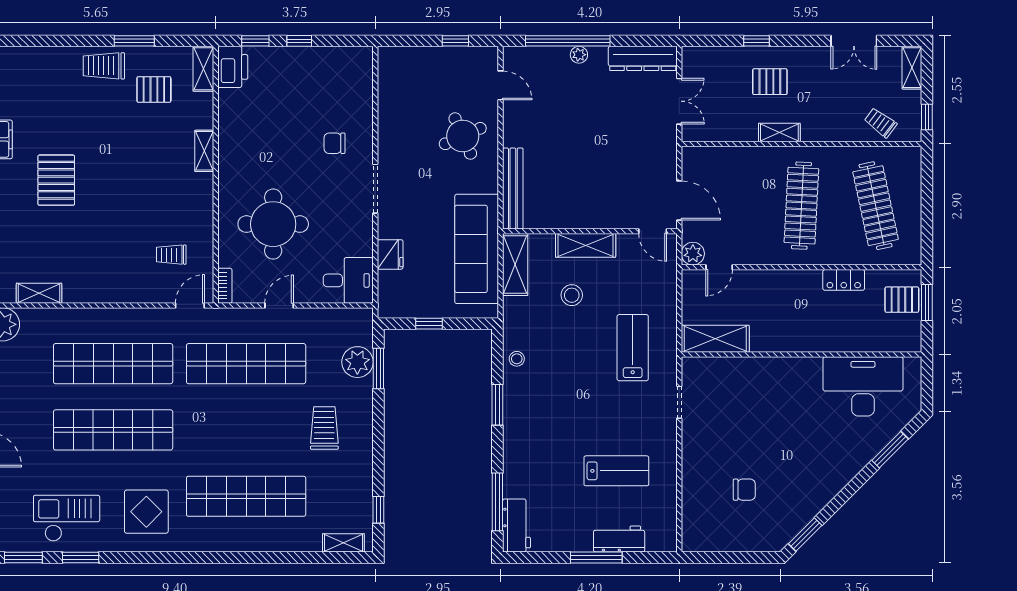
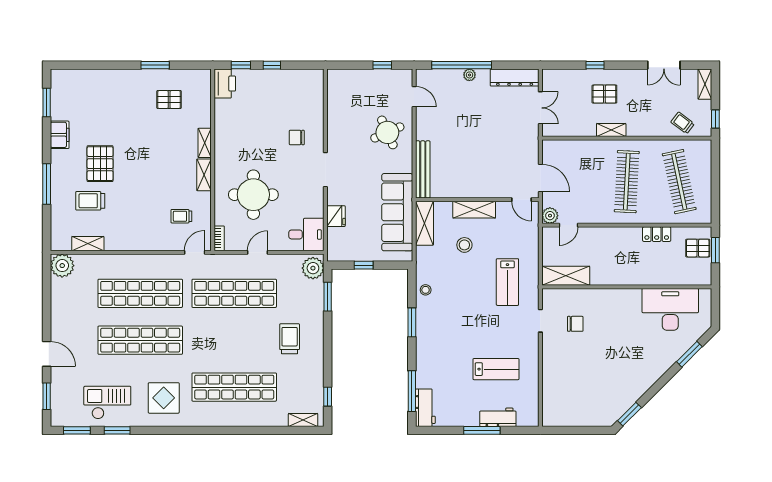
trolley: (104, 66) -> (90, 201), moved
shelving: (203, 69) -> (204, 175), moved
lab bench: (633, 348) -> (507, 282), turned 180
plant: (357, 362) -> (313, 268), moved
chair: (744, 490) -> (575, 324), moved

